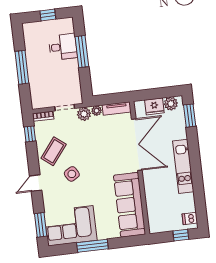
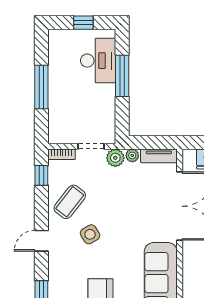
desk: (63, 47) -> (98, 61), width x1.37

